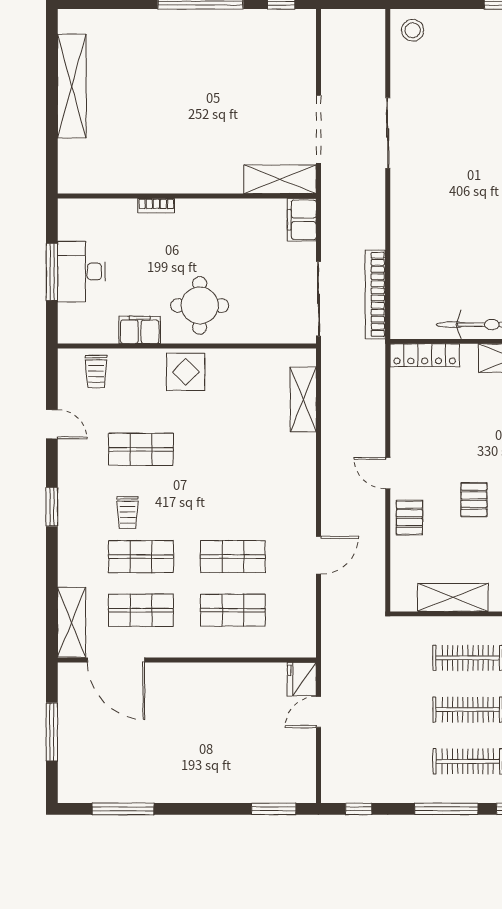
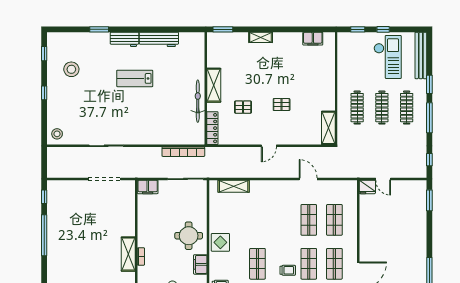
shelving: (280, 179) -> (128, 254), moved
pallet: (409, 518) -> (243, 107), moved
shelving: (453, 597) -> (328, 128), moved

